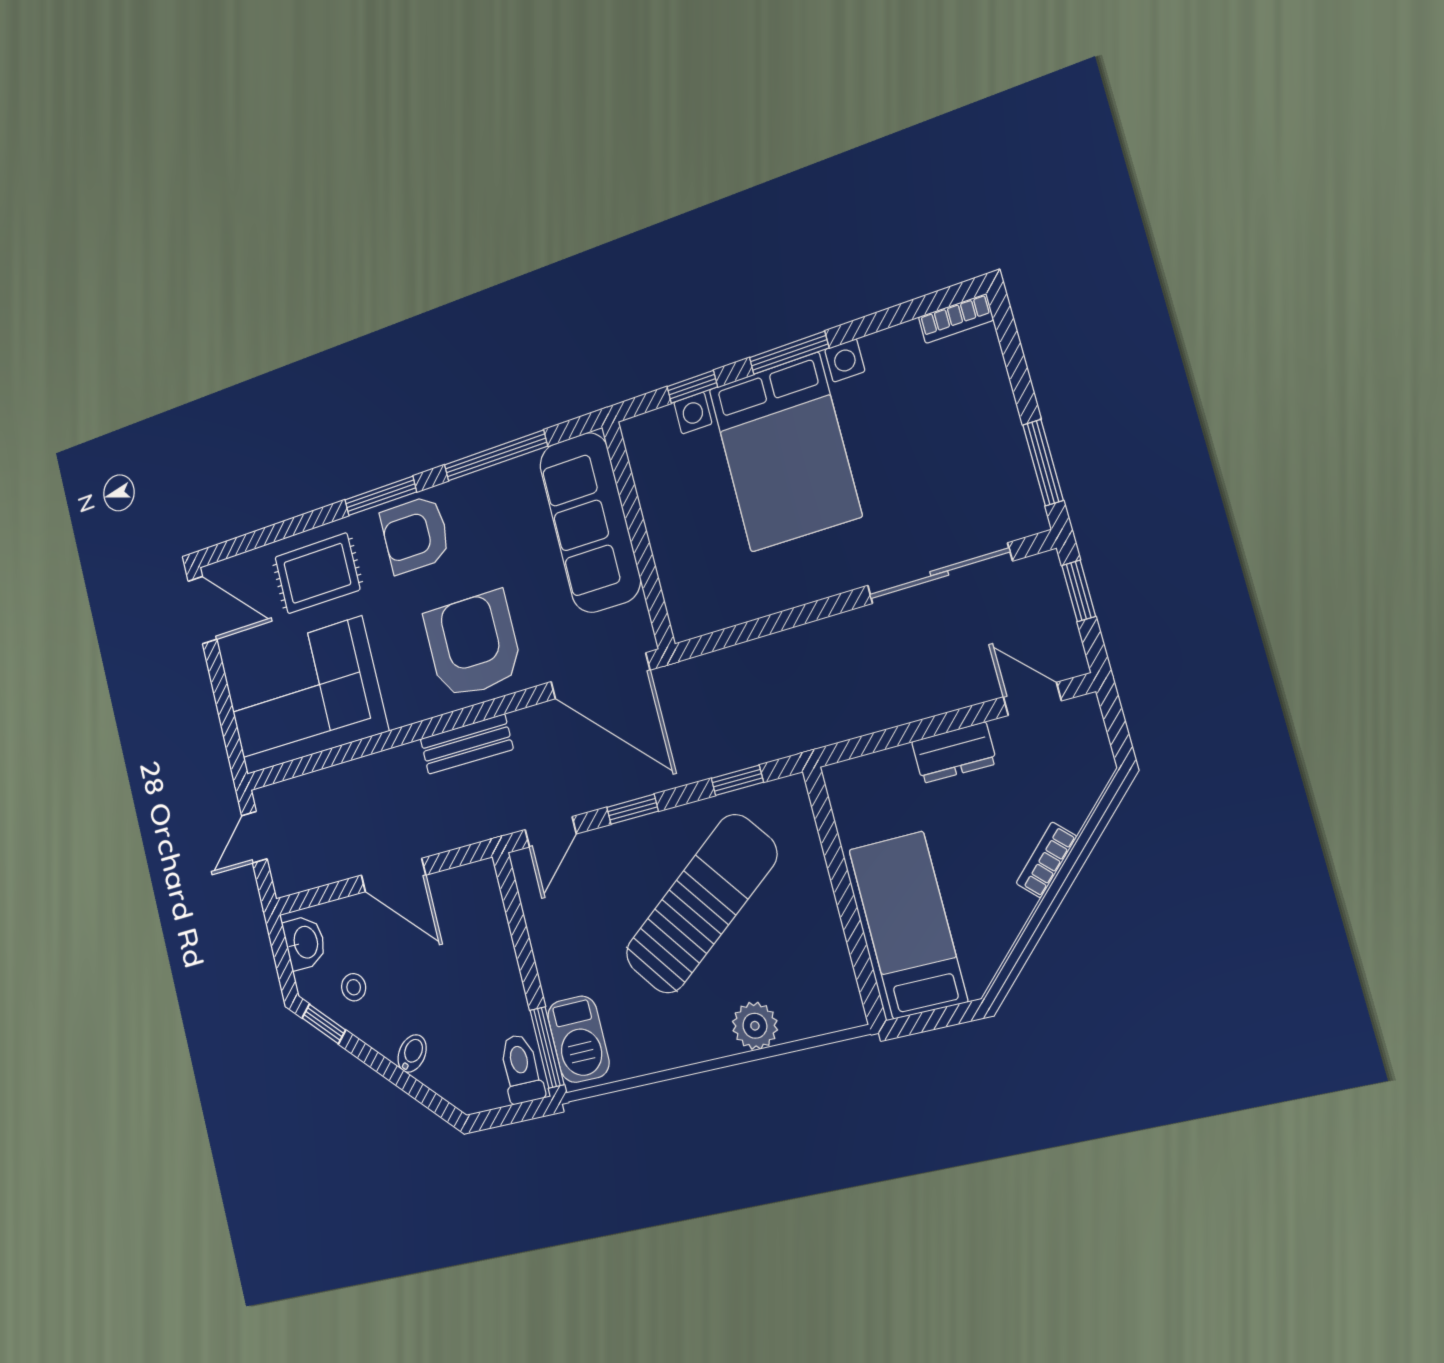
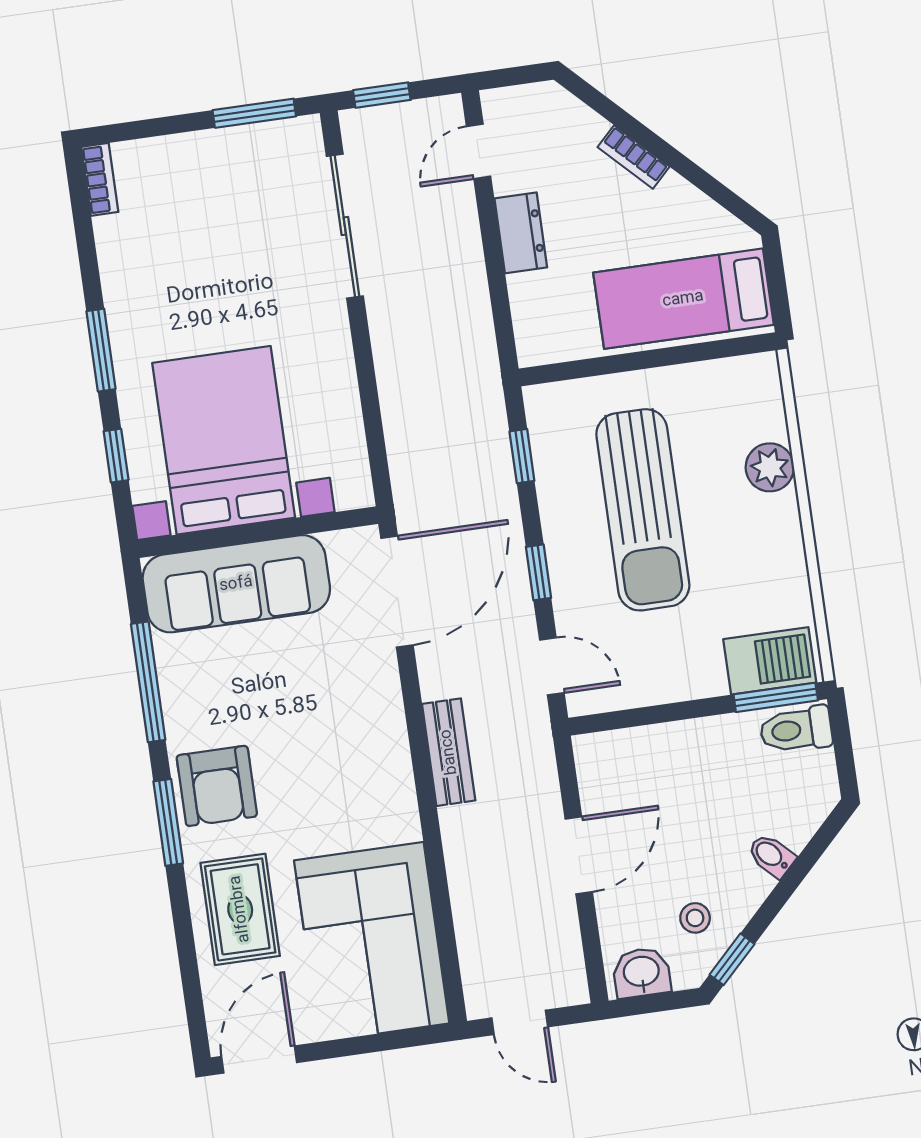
bed with nightstands: (785, 452) -> (224, 440), moved, turned -90
armchair: (473, 645) -> (345, 732), removed
sun lounger: (701, 904) -> (643, 510), turned -143

